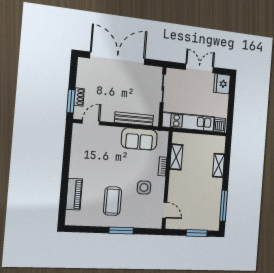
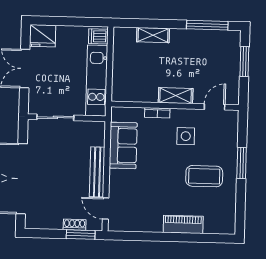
bench: (134, 119) -> (97, 172), moved
shelving: (176, 157) -> (176, 96), moved
piano: (74, 194) -> (183, 224), moved

